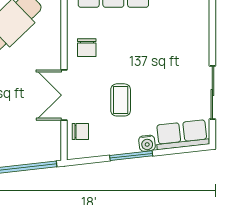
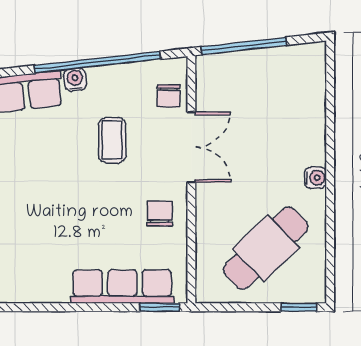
chair: (80, 132) -> (168, 96), turned -90
window: (131, 156) -> (97, 62), width x2.11

